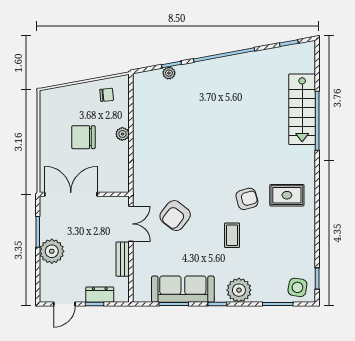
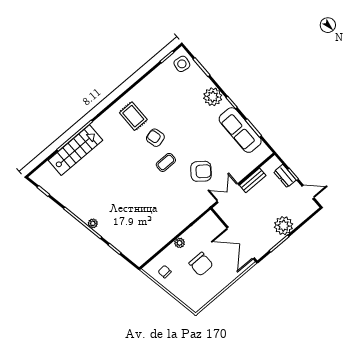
plant: (169, 73) -> (93, 223), moved
coffee table: (232, 235) -> (166, 162), moved

